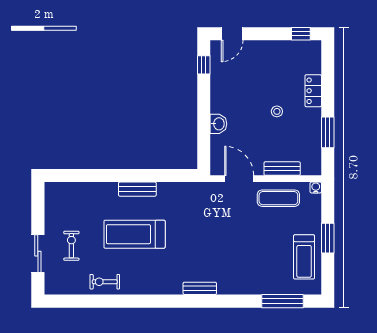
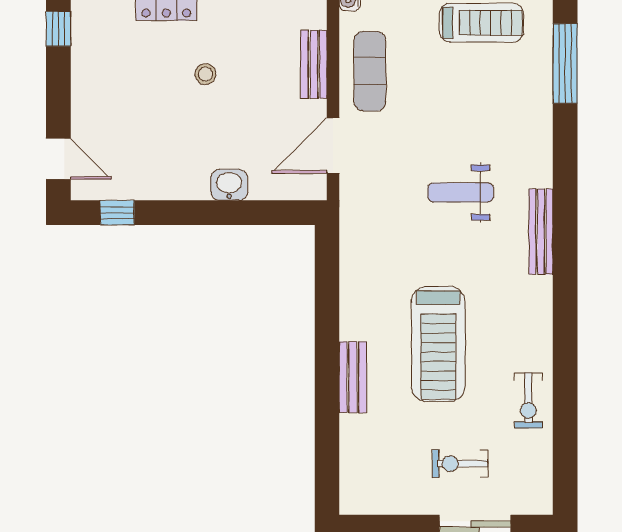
bench: (137, 189) -> (353, 377), moved
weight bench: (214, 246) -> (461, 193), added
bench: (200, 288) -> (541, 232), width x1.36

